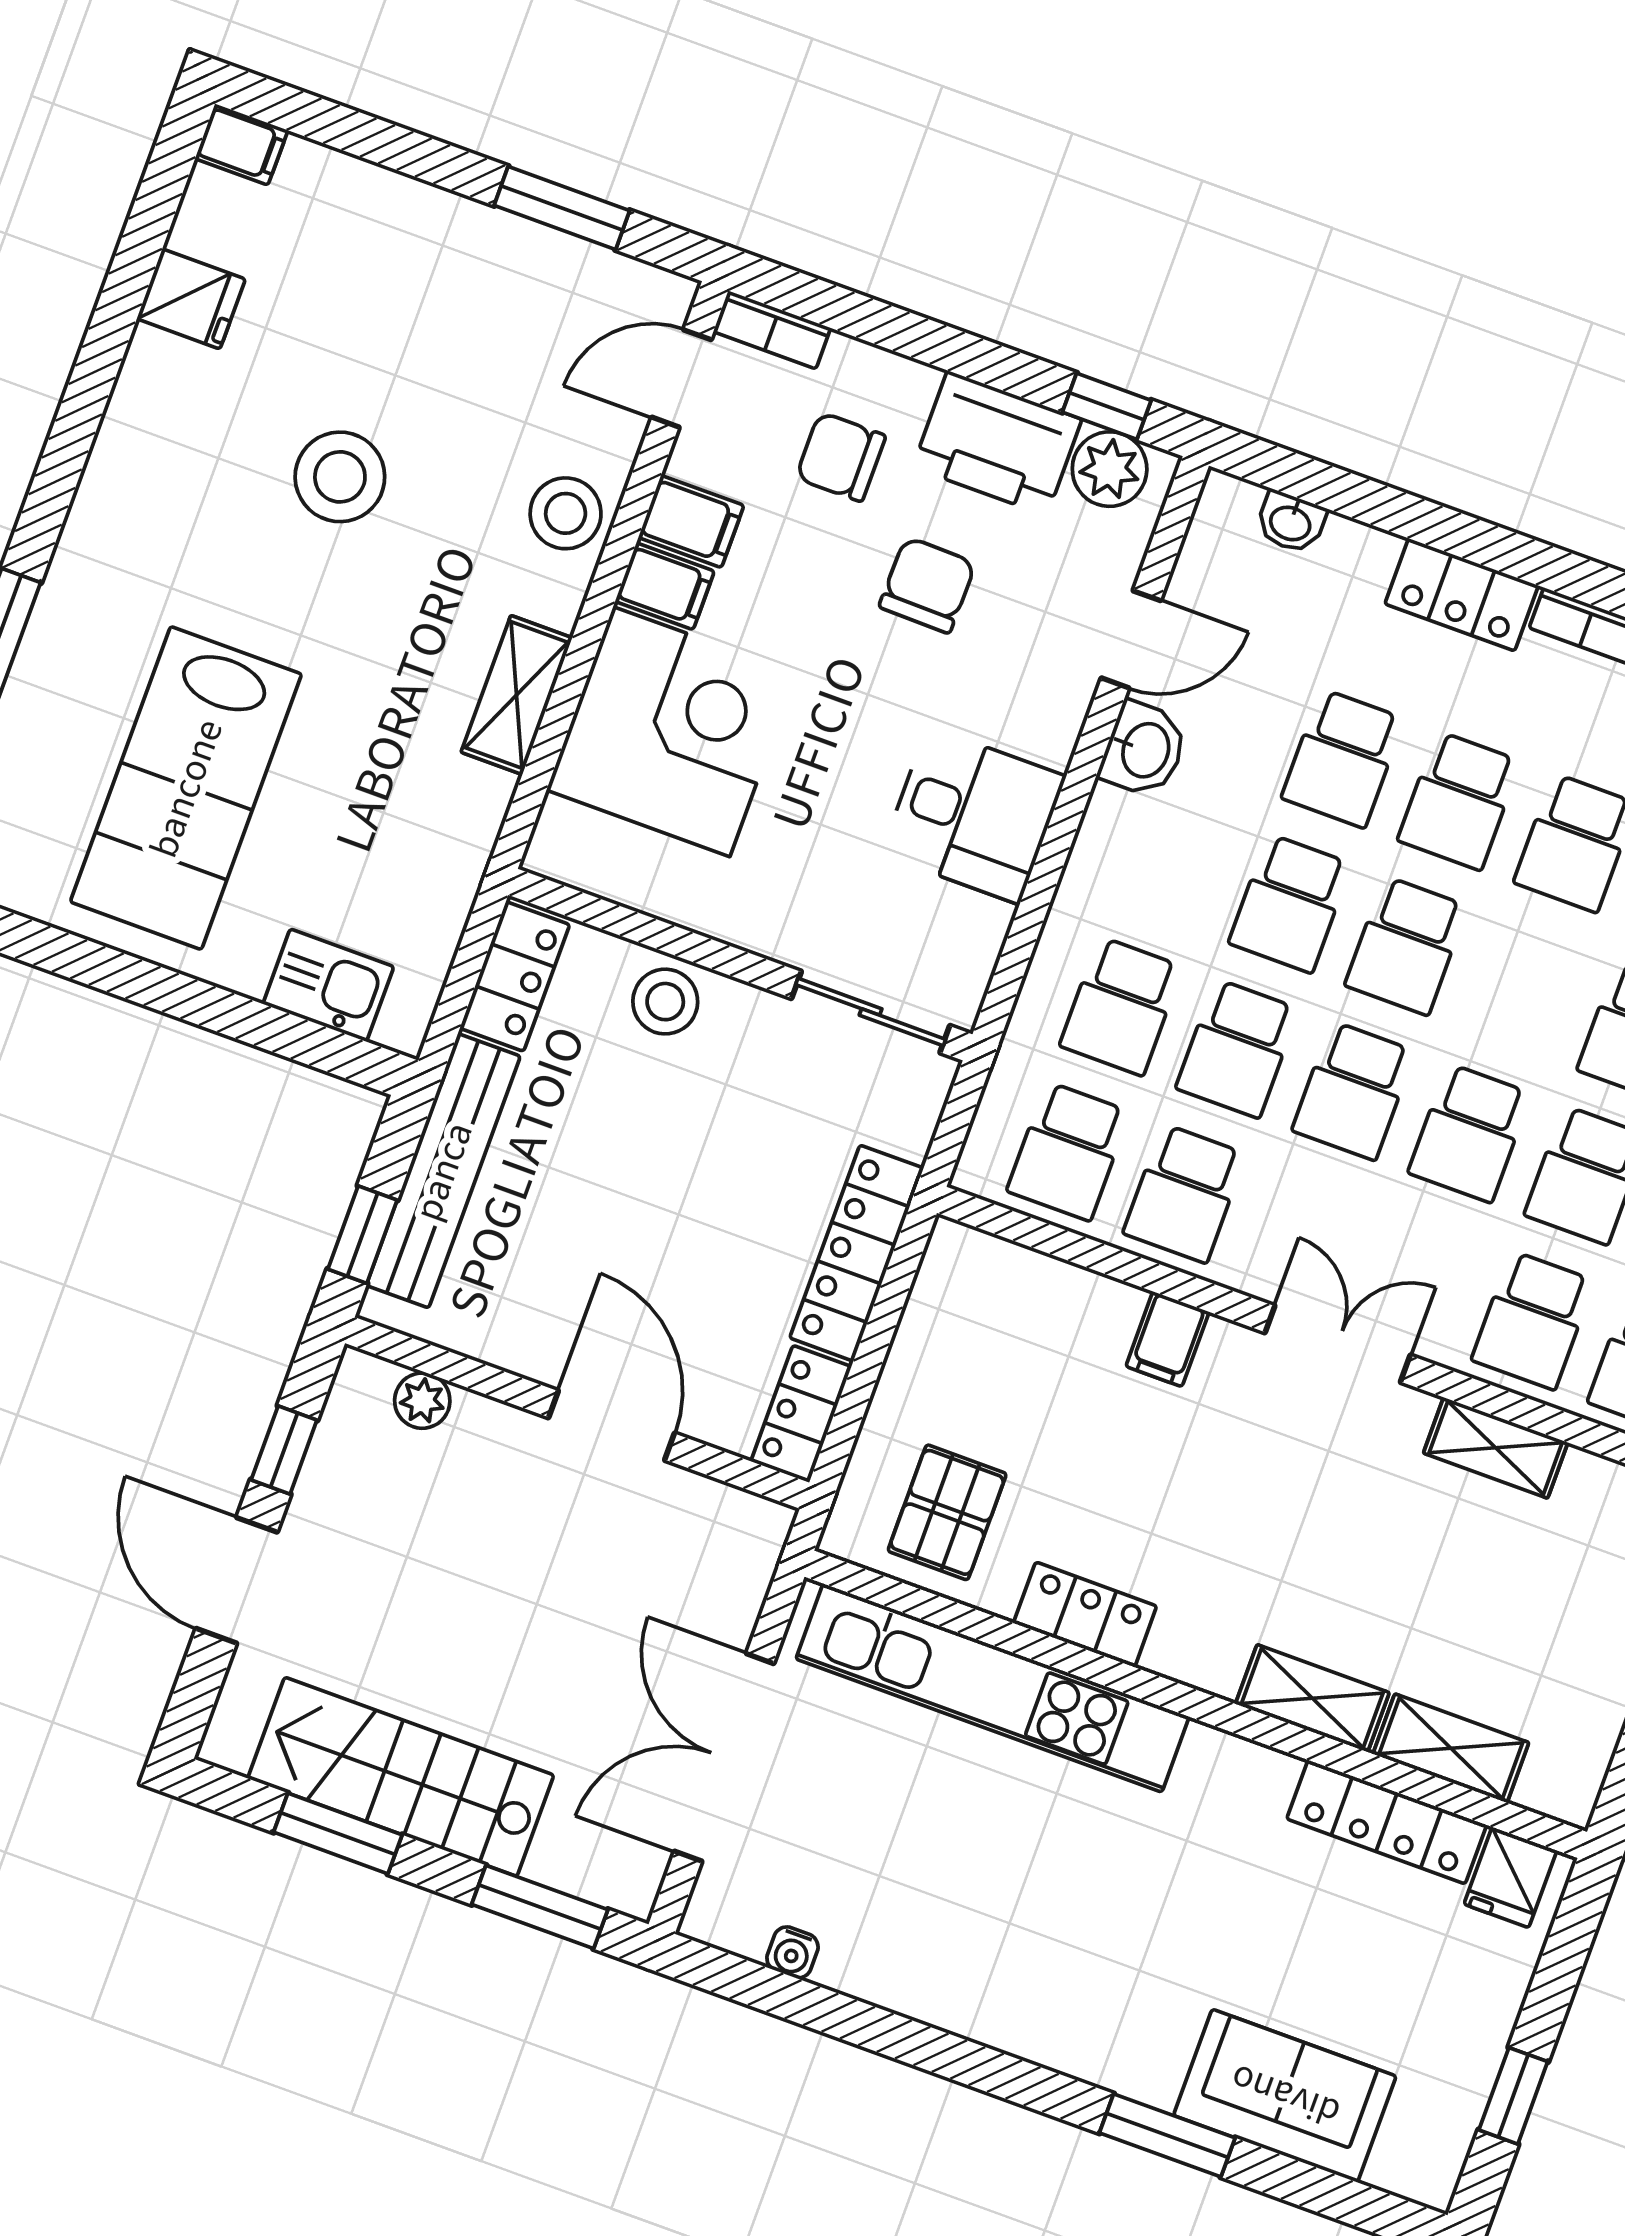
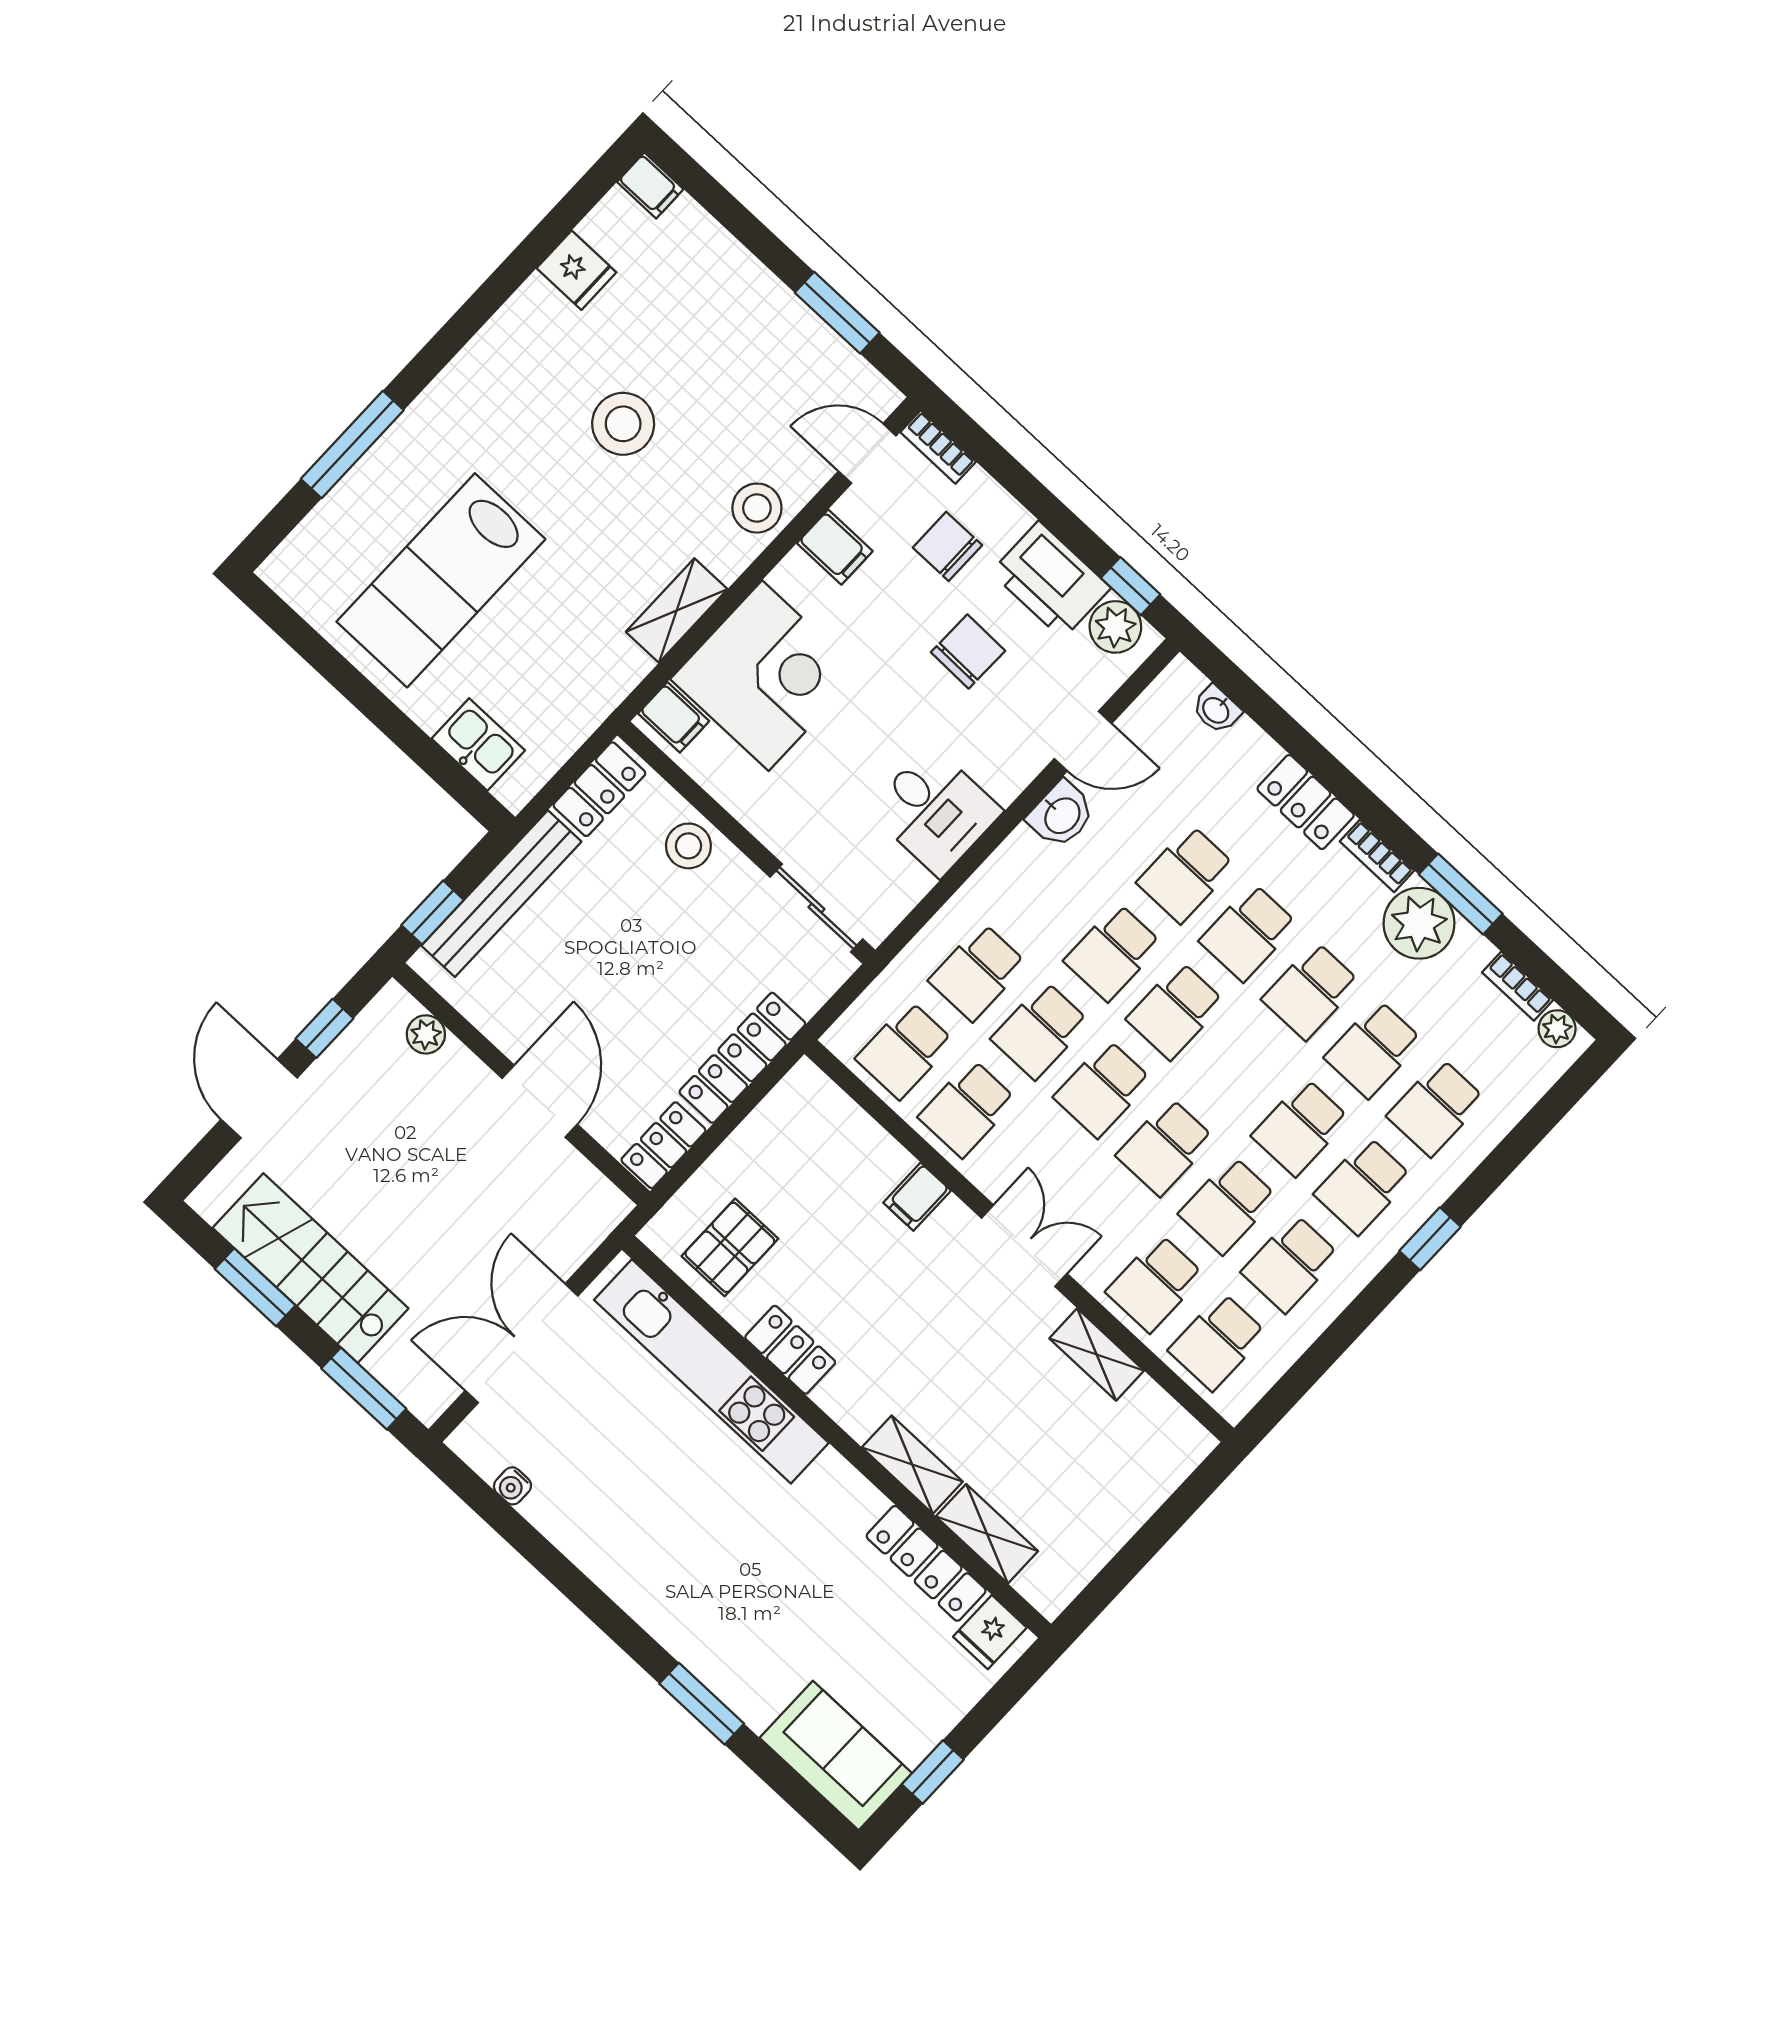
filing cabinet: (665, 586) -> (674, 717), moved
sofa: (1285, 2096) -> (836, 1755), moved

